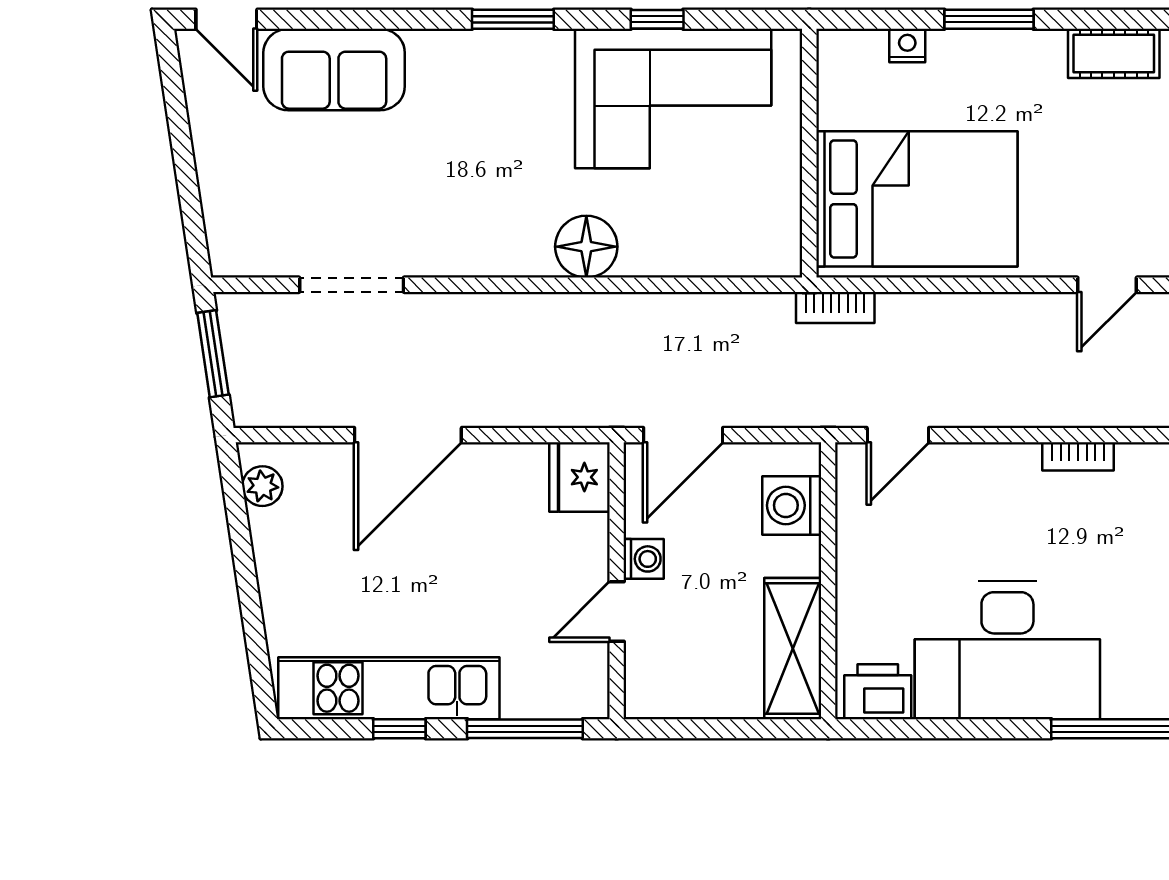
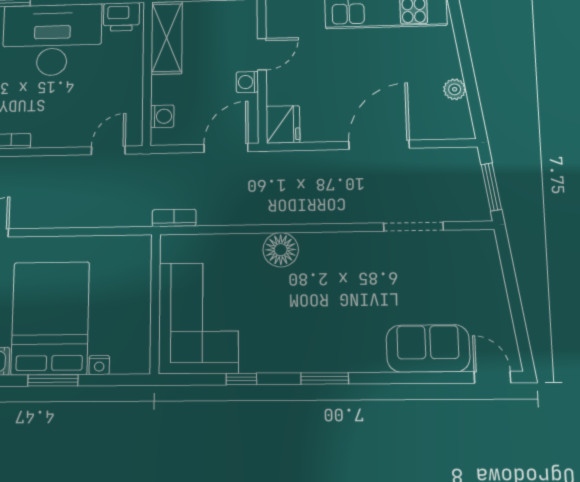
corner sofa: (673, 99) -> (198, 318), moved, turned 90
bed: (917, 199) -> (50, 318), moved, turned 90
bookcase: (835, 307) -> (174, 218), moved
plant: (262, 486) -> (455, 89), moved
washing machine: (792, 505) -> (162, 116), width x0.73, depth x0.73

